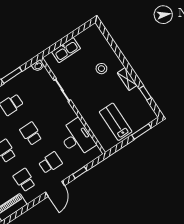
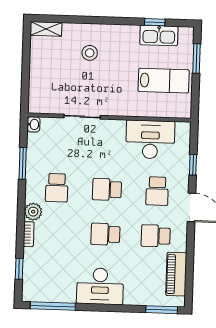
kitchen sink: (66, 50) -> (159, 35), moved, turned 90
shelving: (127, 79) -> (46, 29), moved
lab bench: (116, 122) -> (164, 81), turned 180
school desk: (50, 163) -> (157, 191), turned 180

